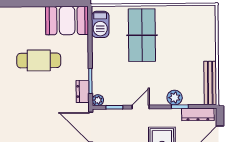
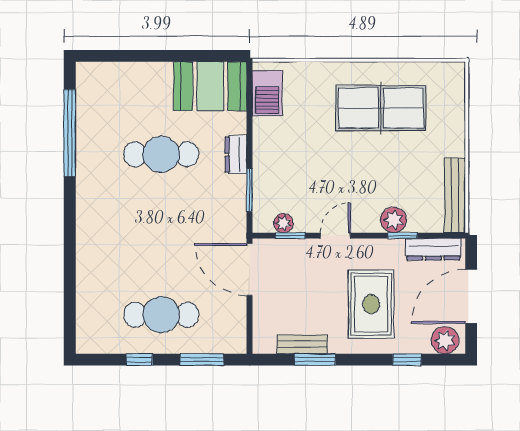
table tennis table: (142, 35) -> (381, 108), moved, turned 90
dresser: (83, 91) -> (236, 155), moved
plant: (98, 100) -> (283, 223), moved

